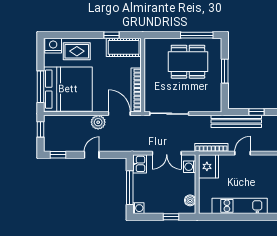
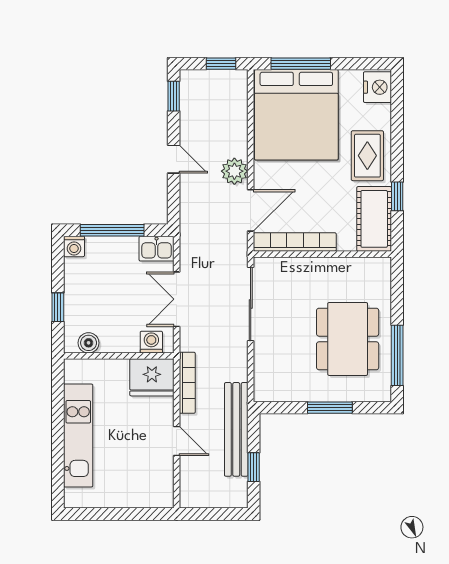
rug: (77, 51) -> (367, 156), moved

